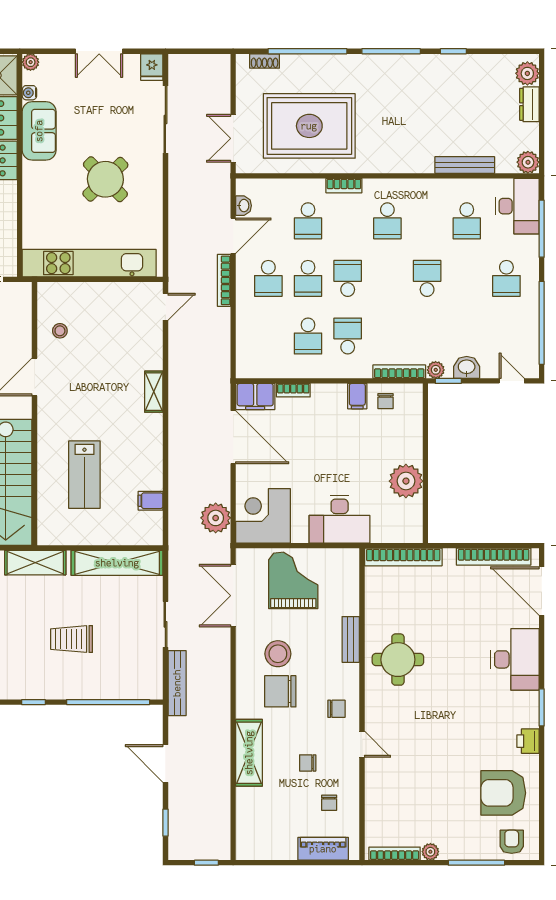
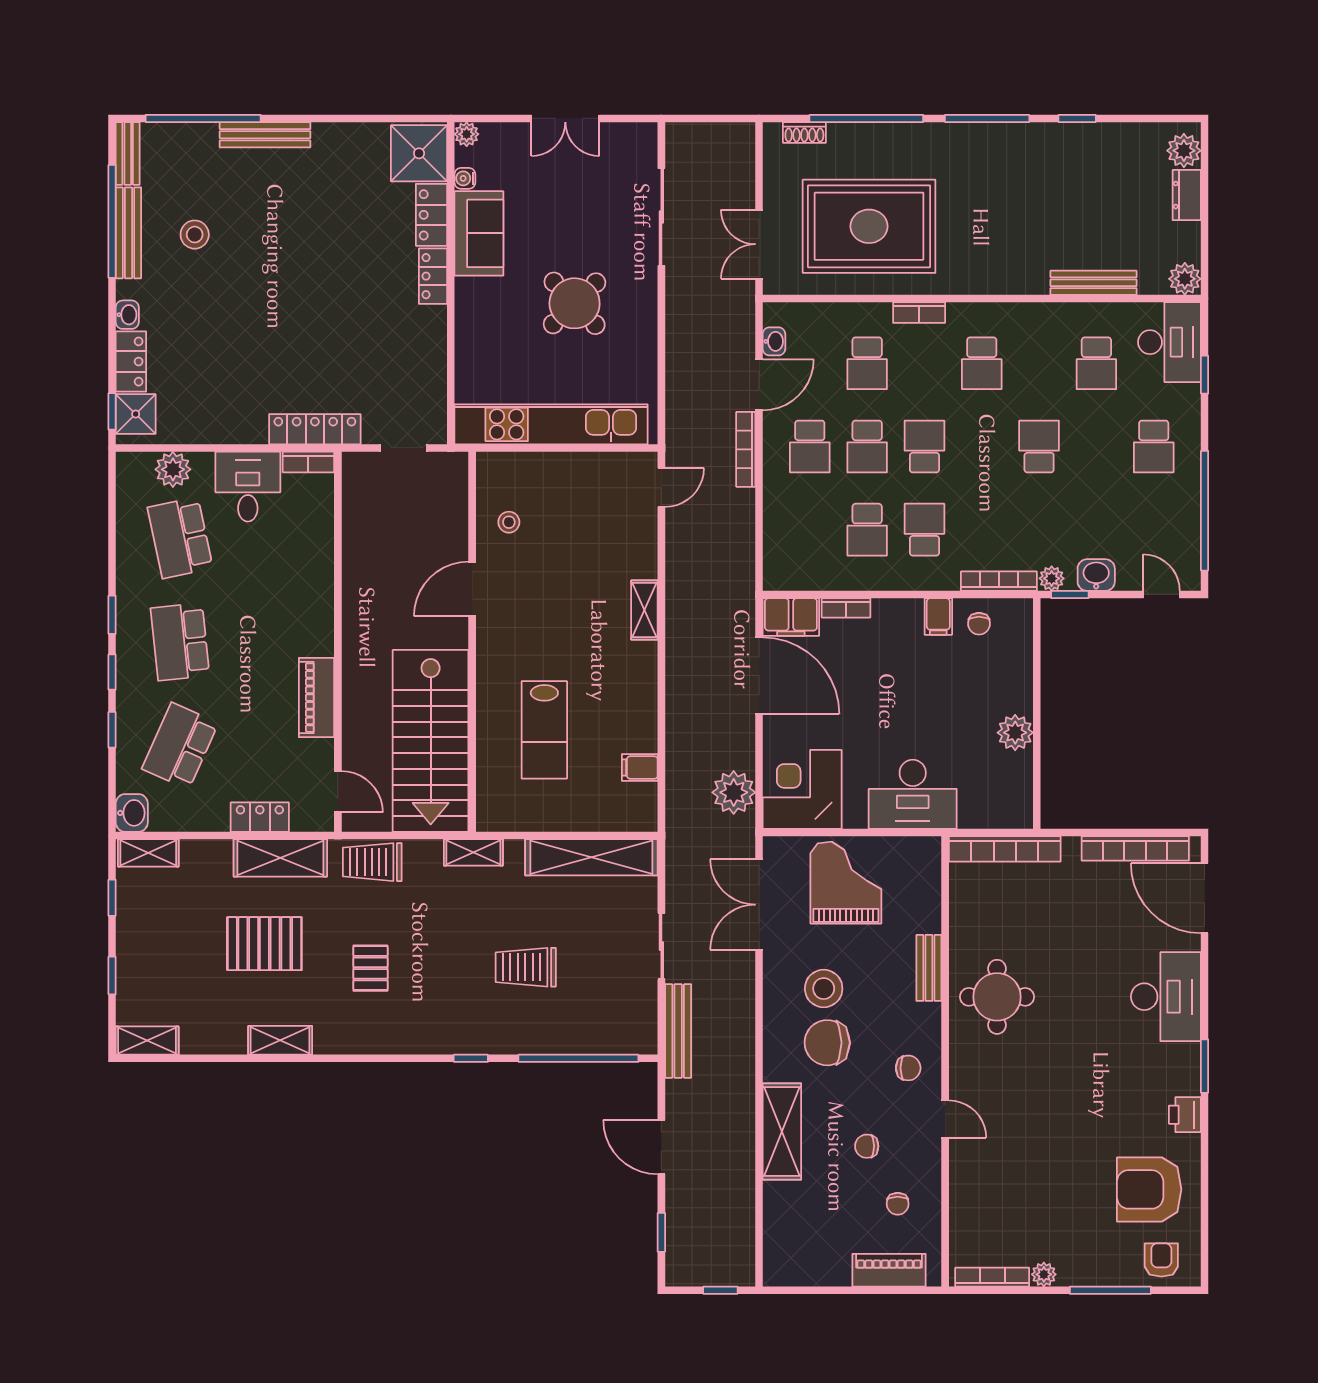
fridge: (152, 67) -> (642, 141), removed
window: (542, 229) -> (1205, 375), width x0.46
plant: (406, 481) -> (1015, 733), width x0.73, depth x0.73
shelving: (35, 563) -> (473, 852), width x0.67, depth x0.75

